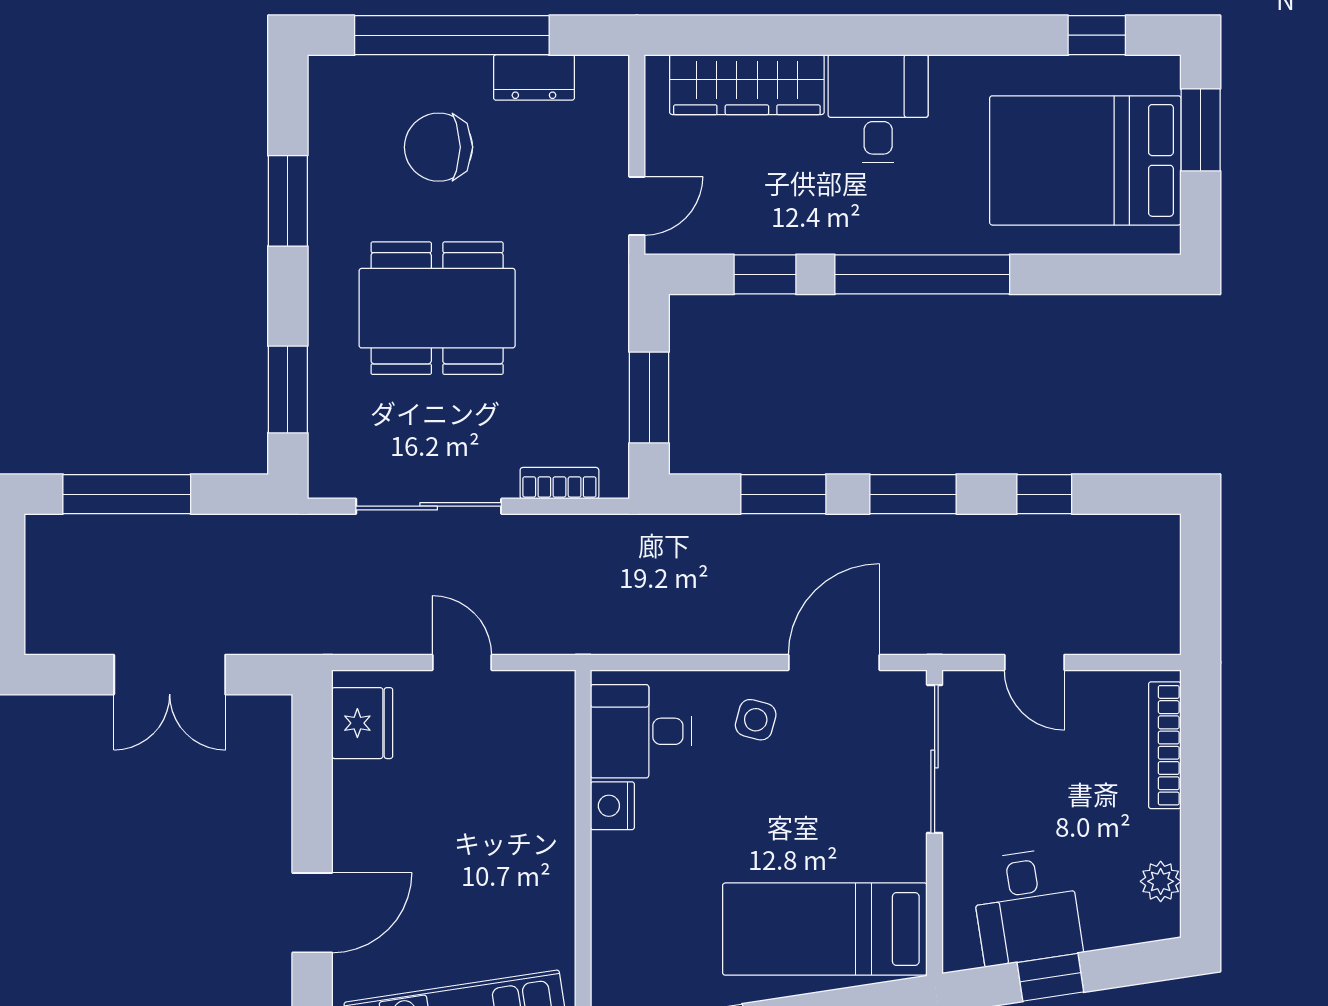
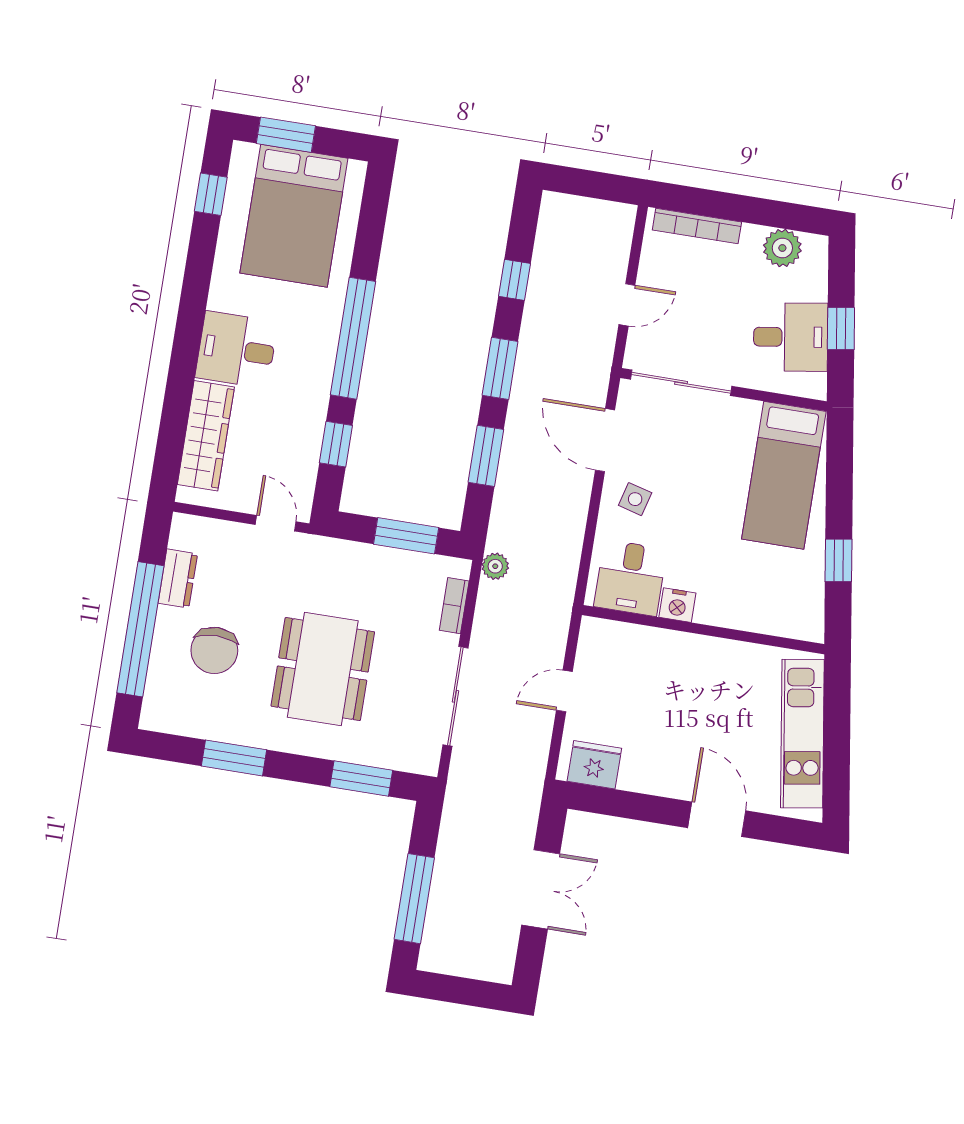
plant: (626, 533) -> (495, 566), added
plant: (1161, 881) -> (782, 248), width x1.38, depth x1.38

